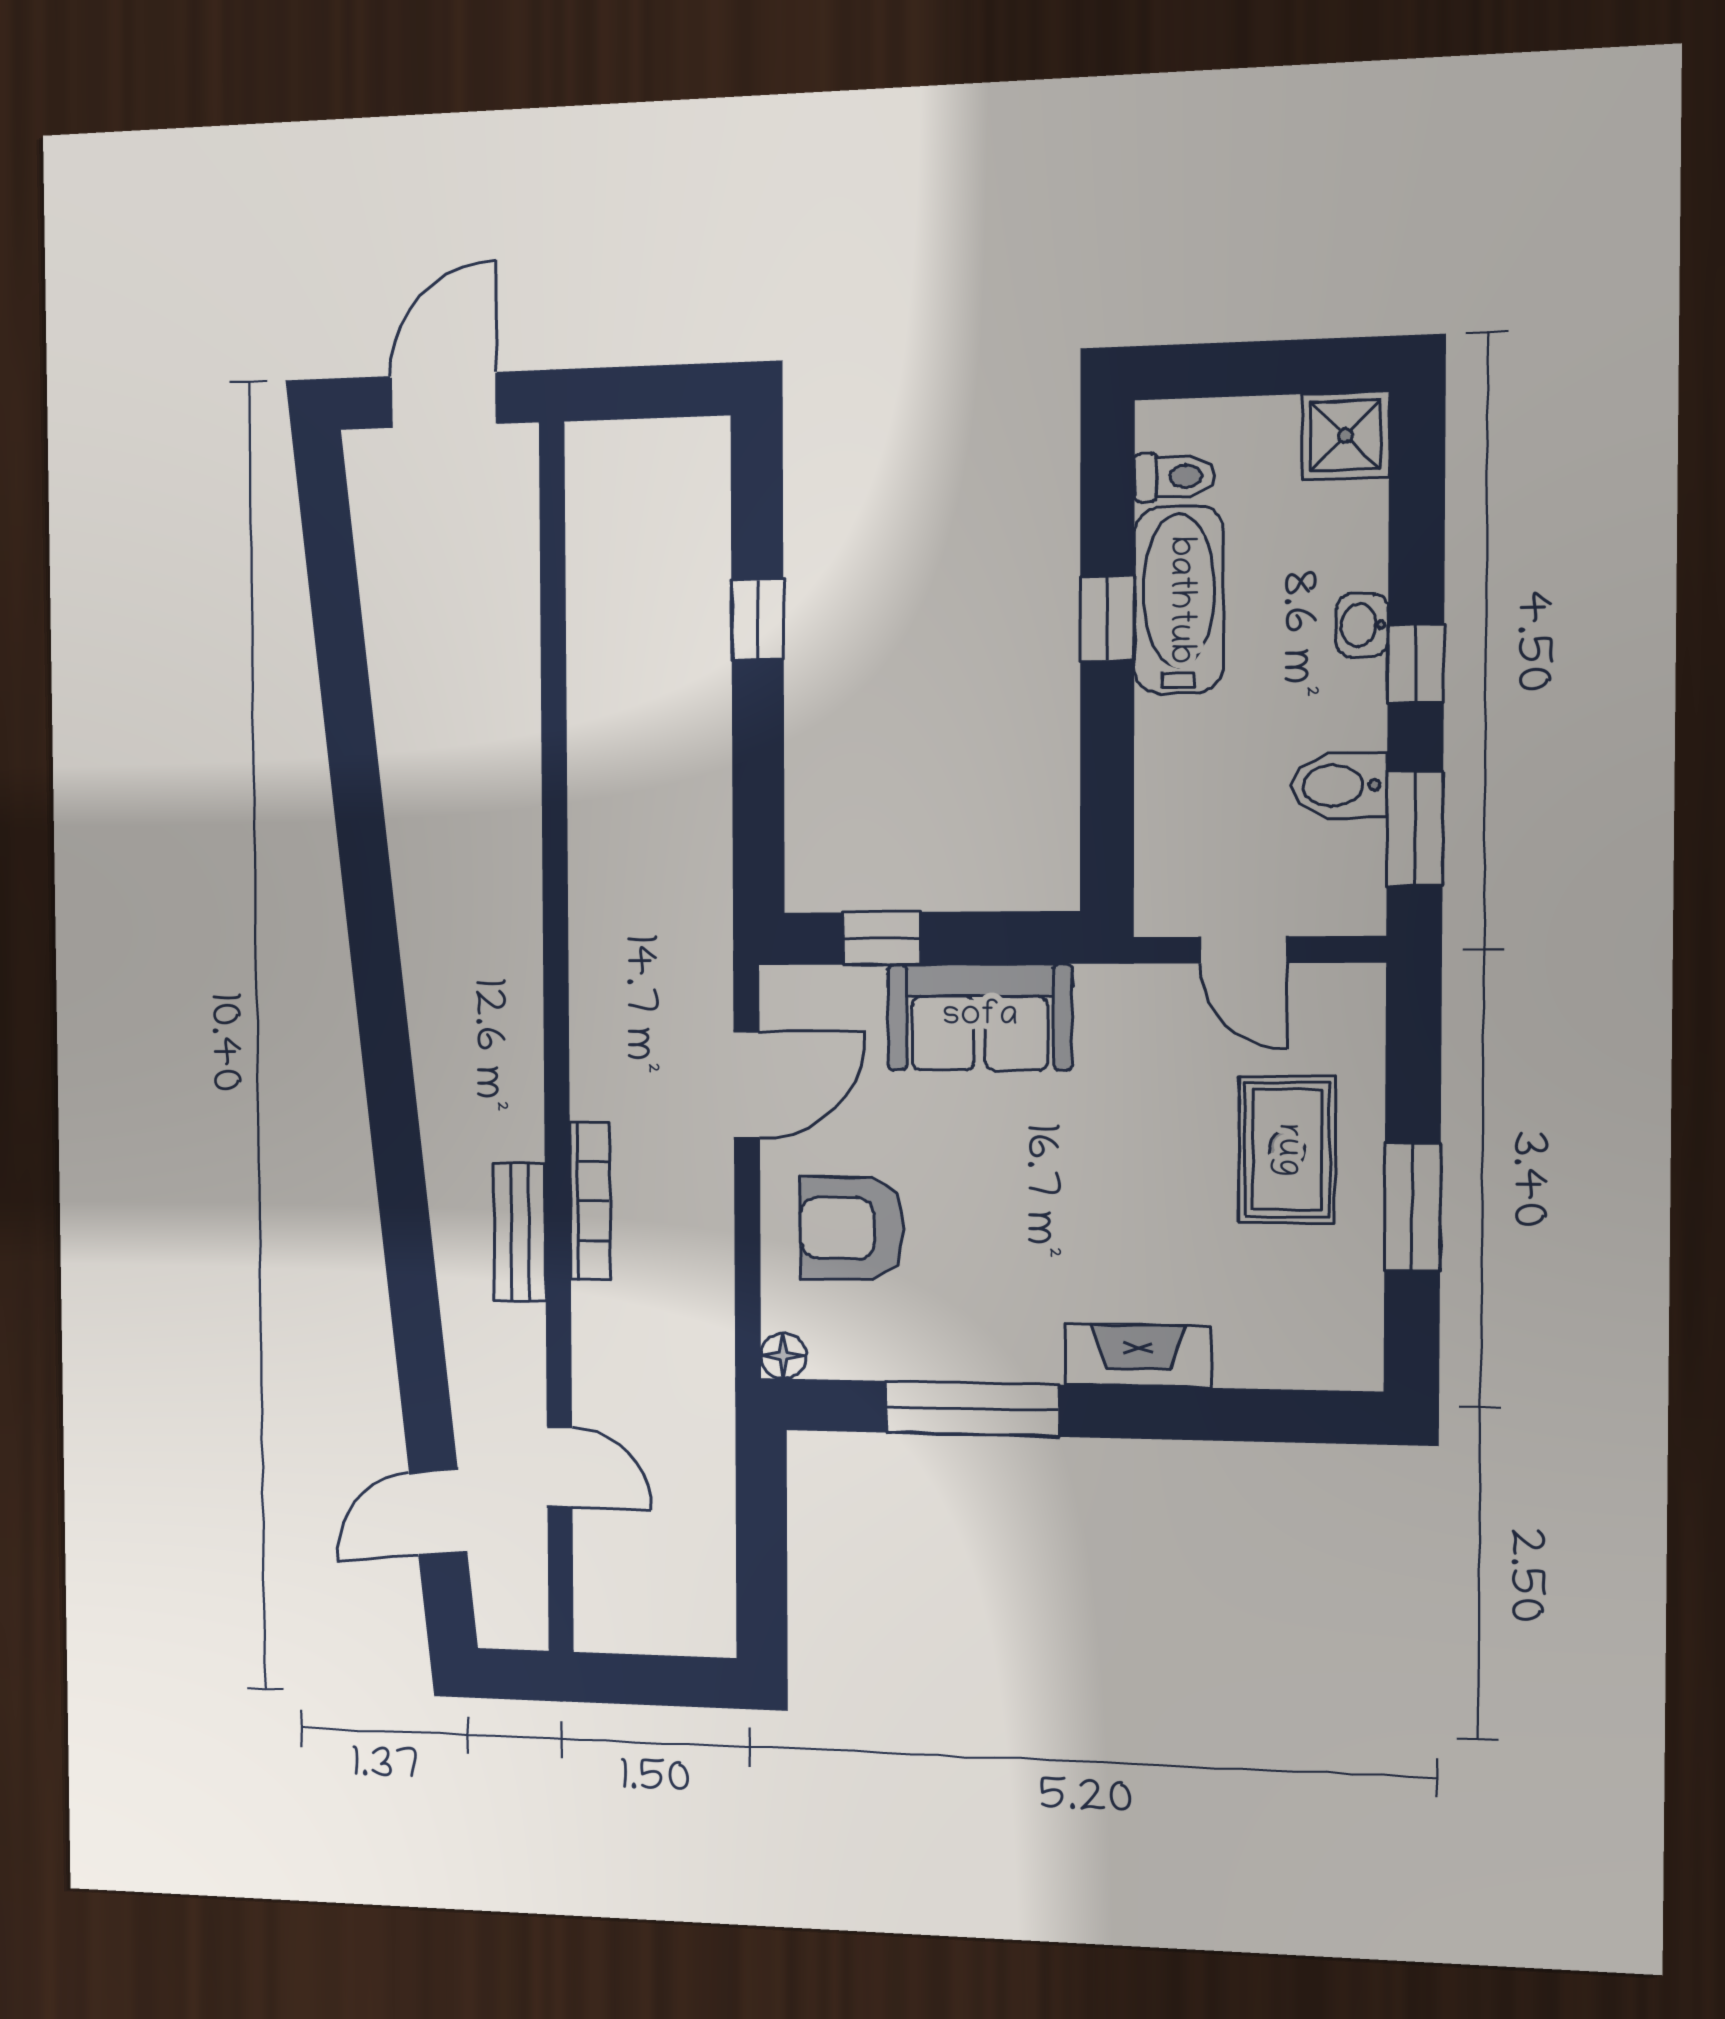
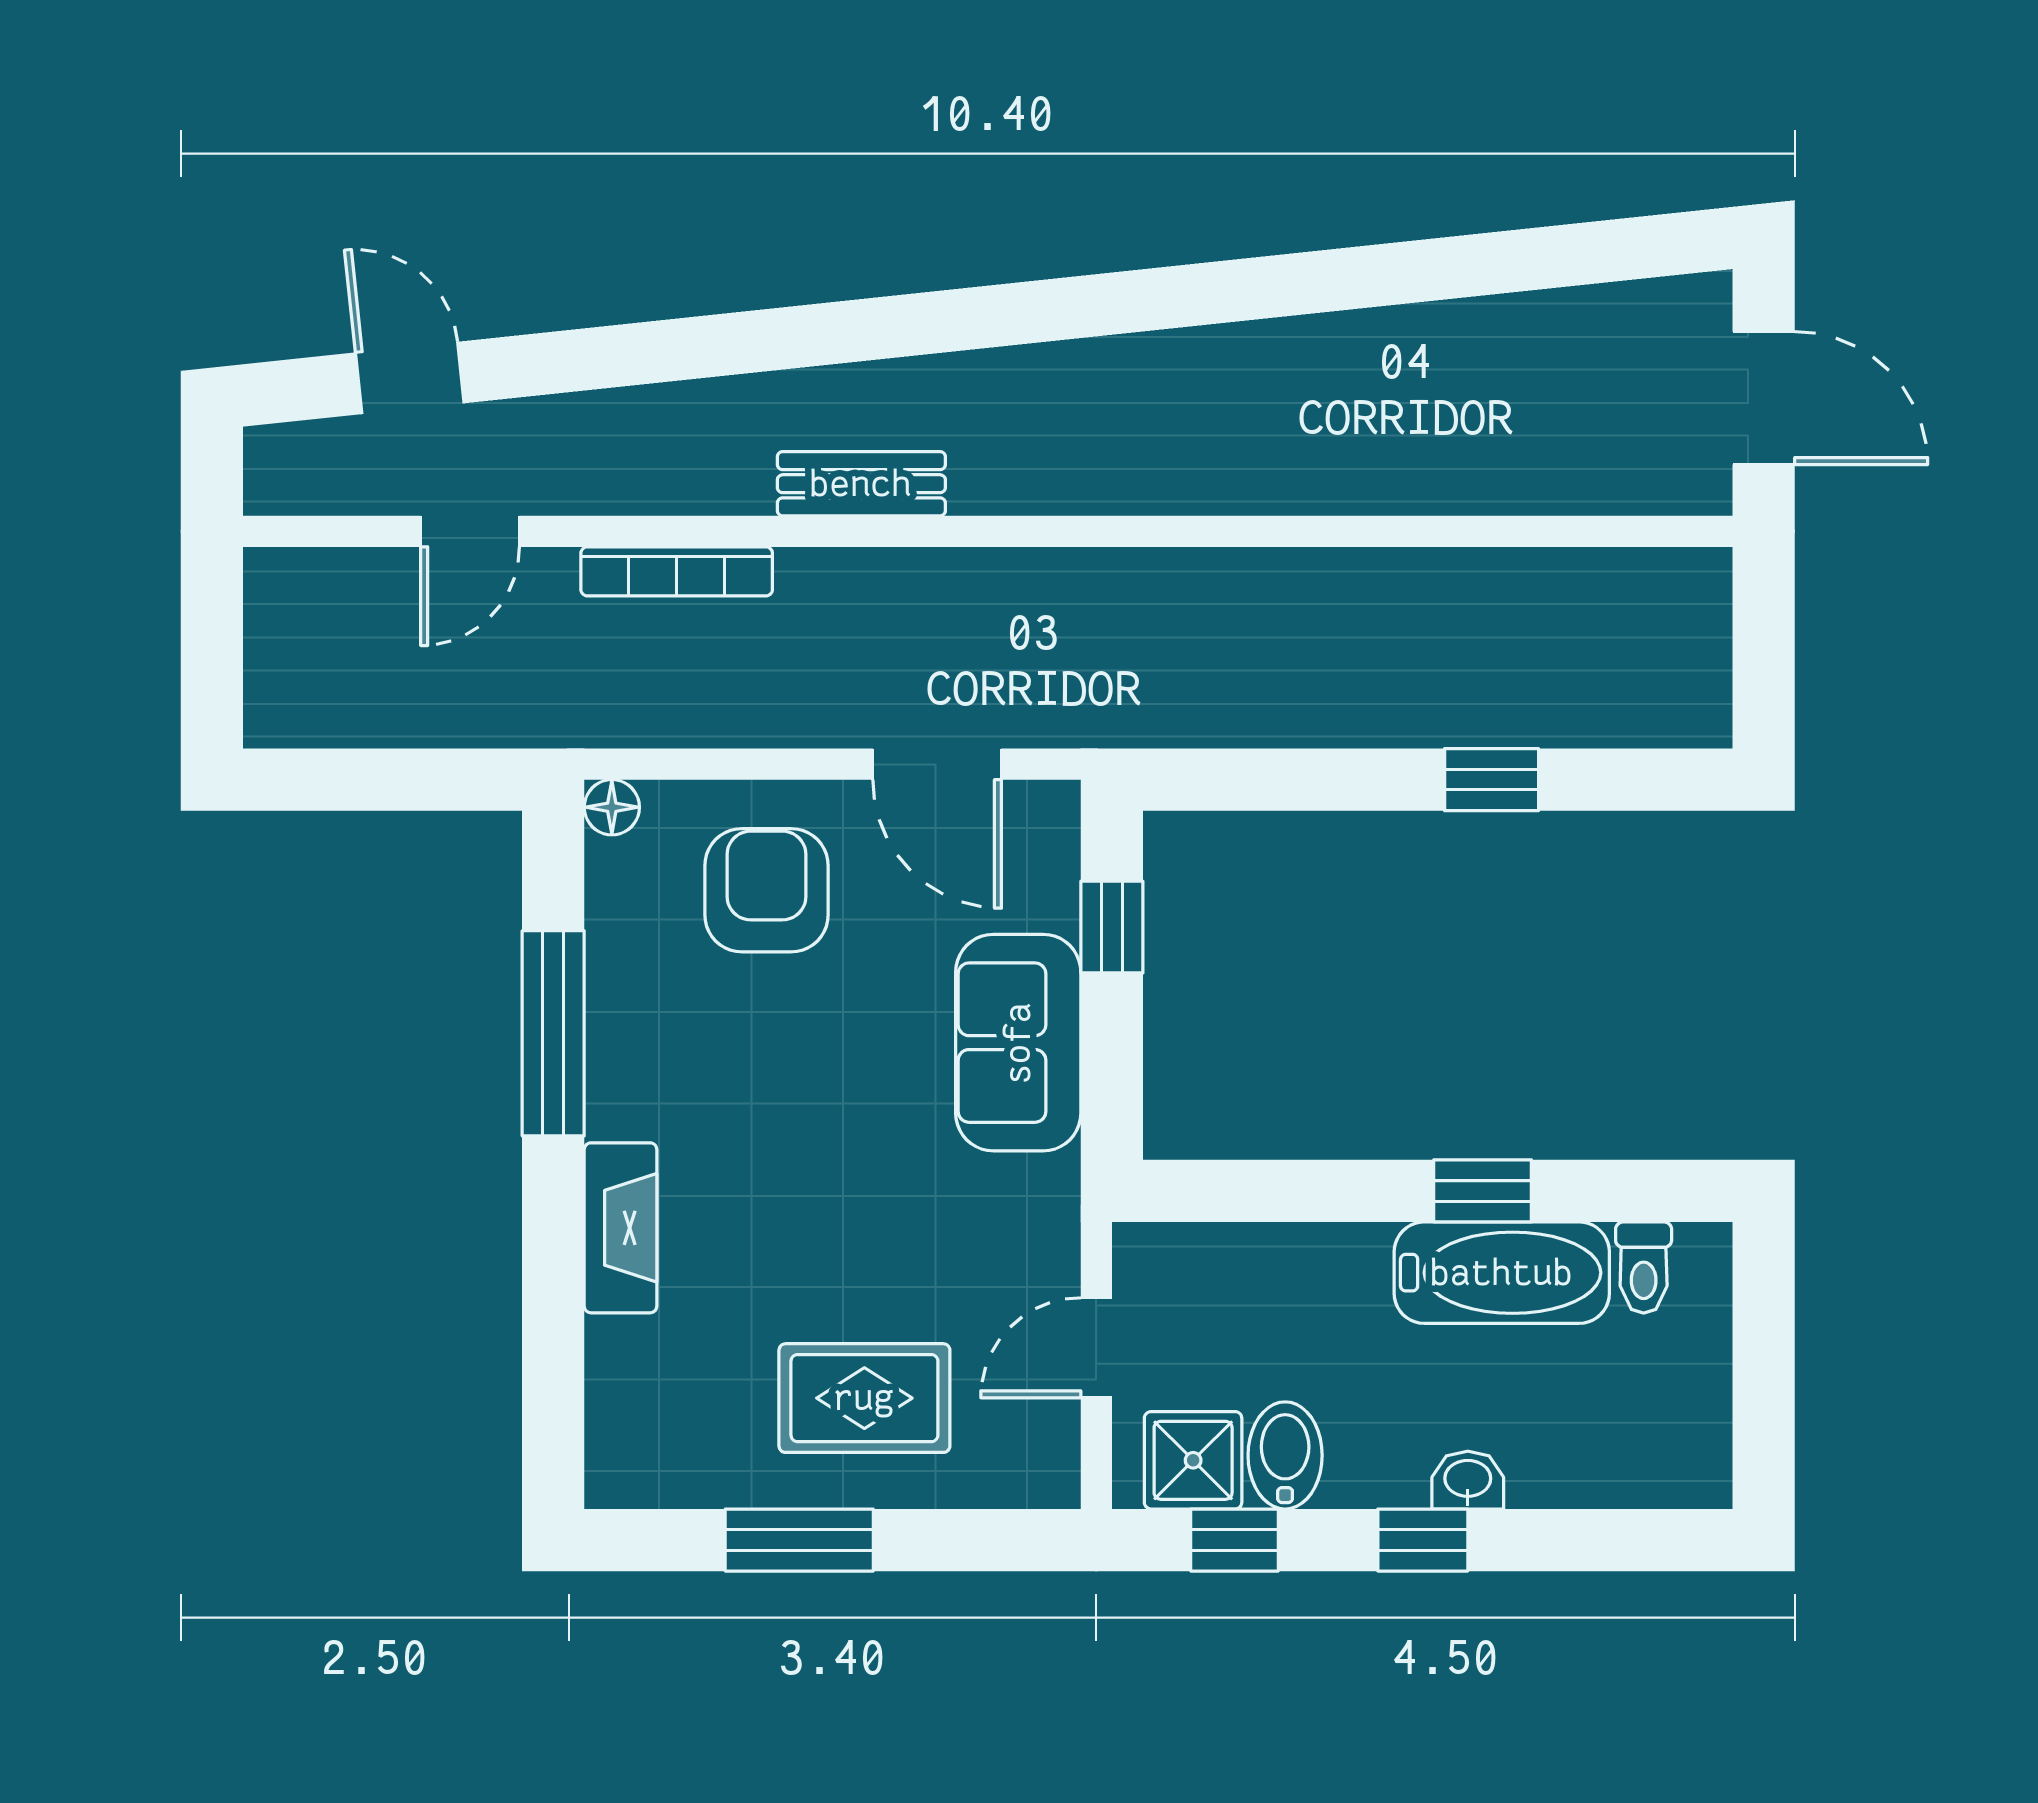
shower: (1345, 436) -> (1193, 1460), moved
window: (1415, 829) -> (1235, 1540), width x0.67
bookcase: (590, 1201) -> (677, 571), moved
bench: (520, 1232) -> (861, 484), moved

